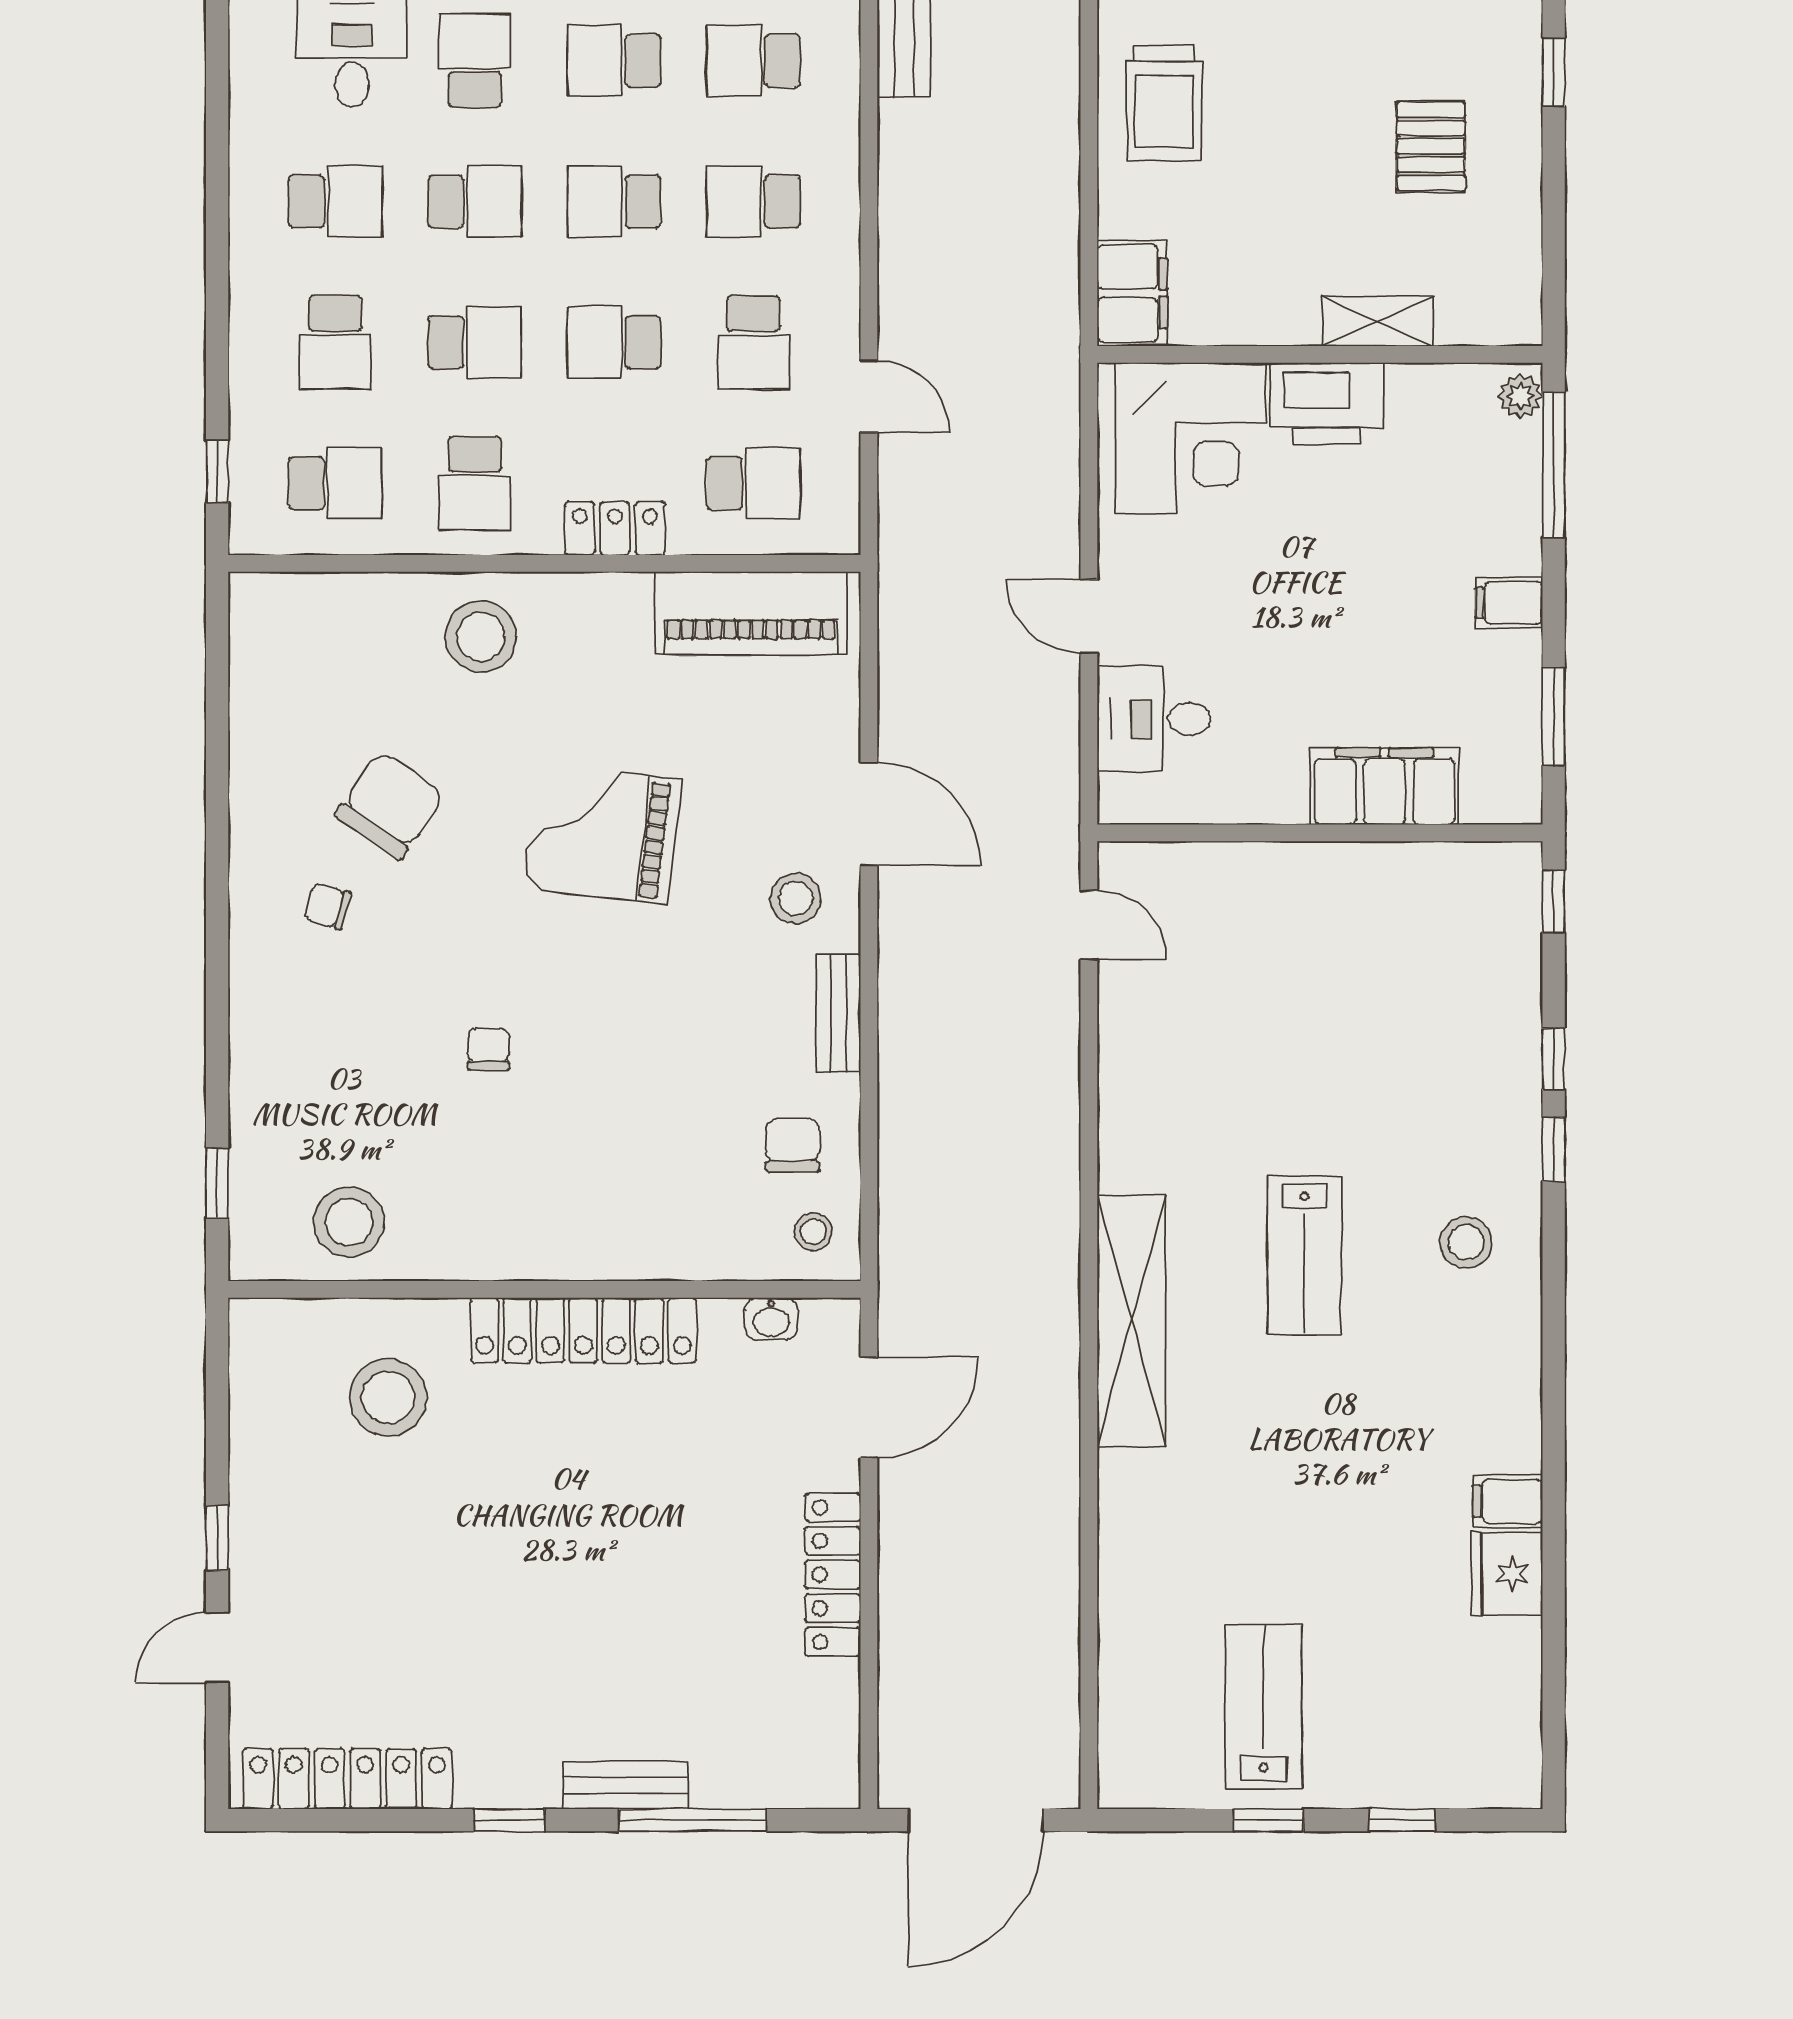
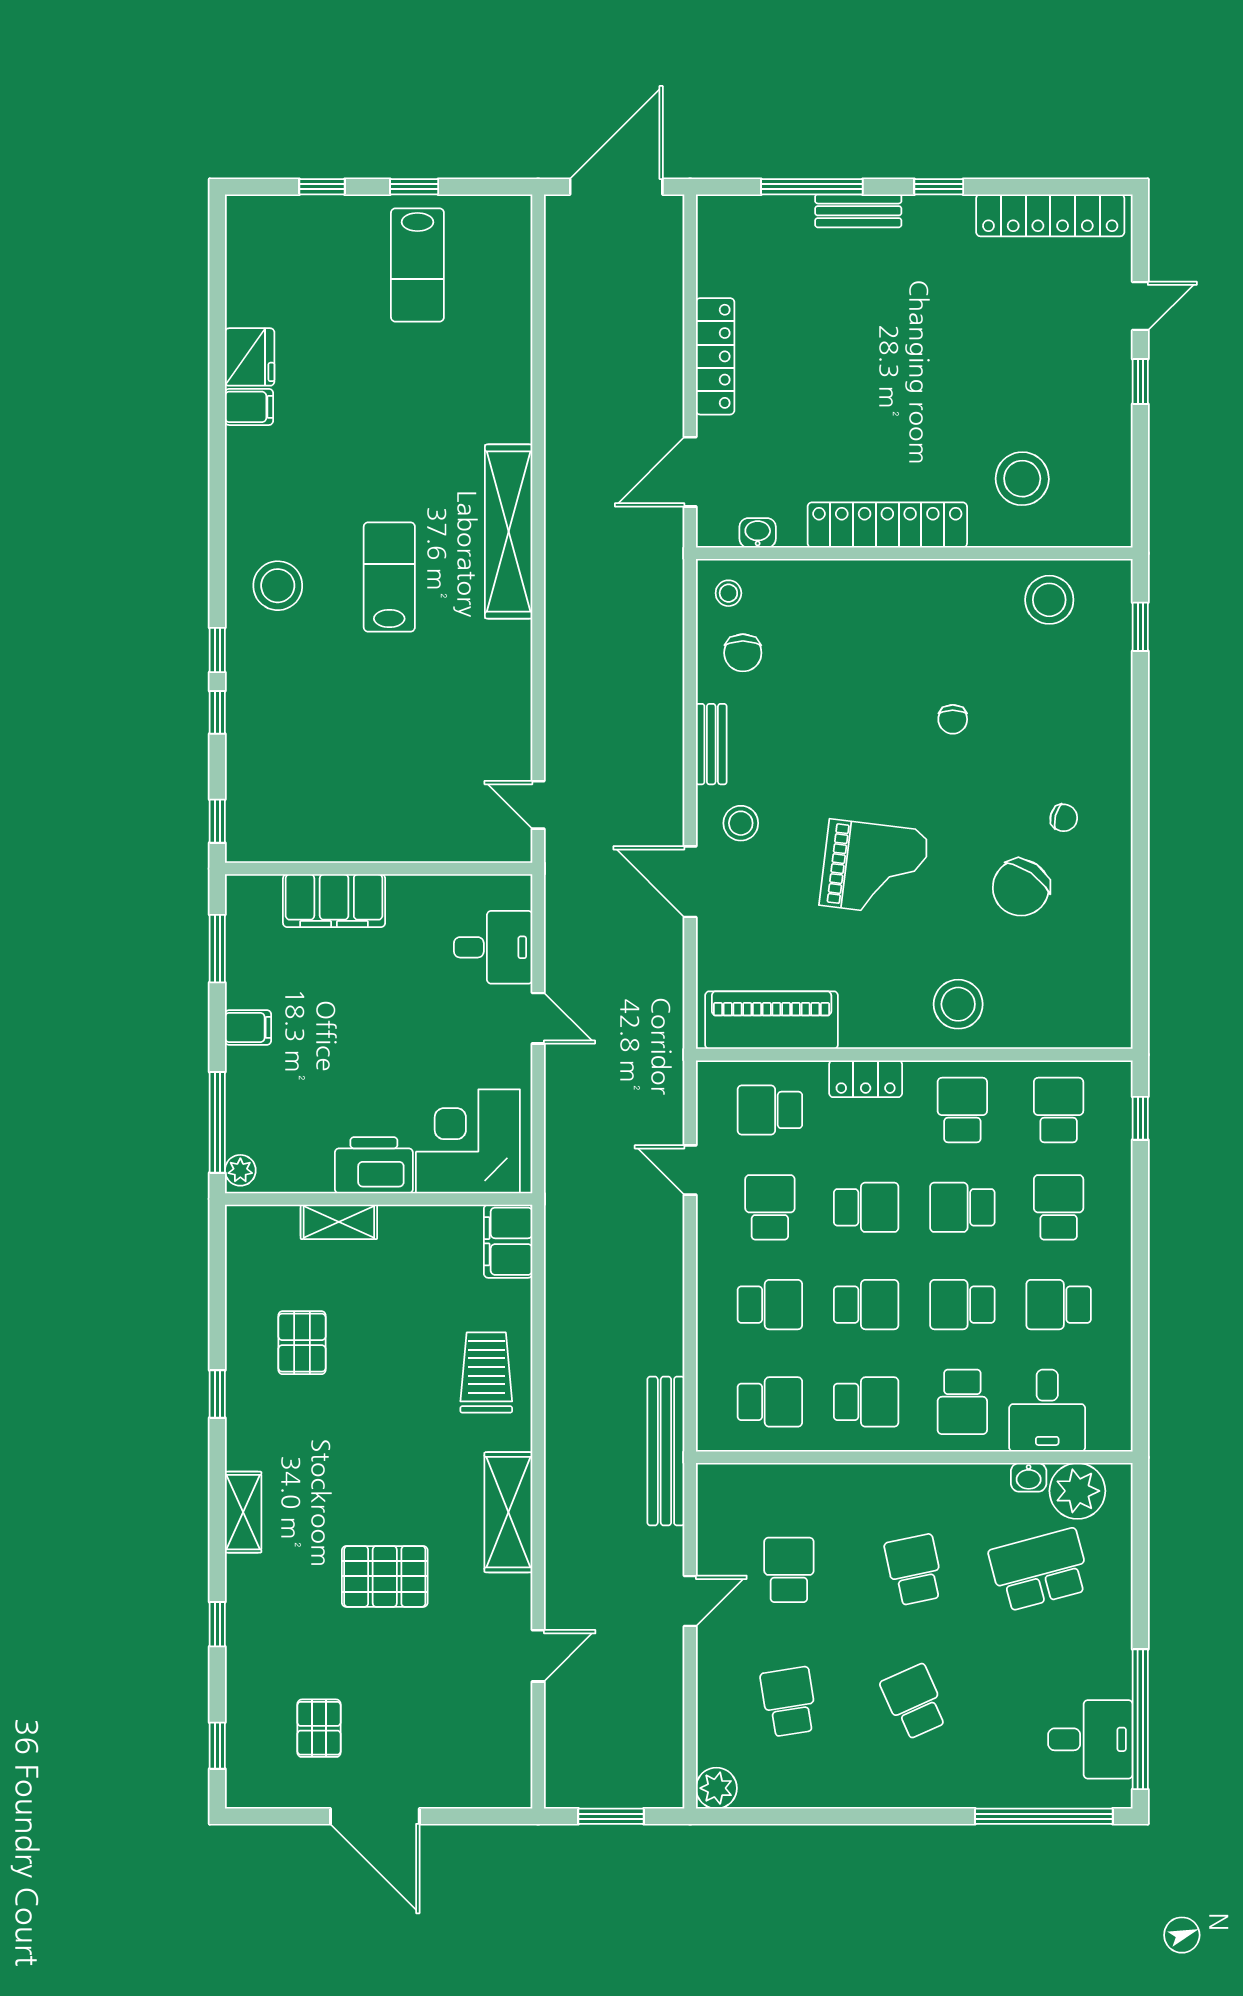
school desk: (335, 483) -> (1059, 1110), turned 90
stool: (1466, 1242) -> (278, 586), width x1.38, depth x1.38

